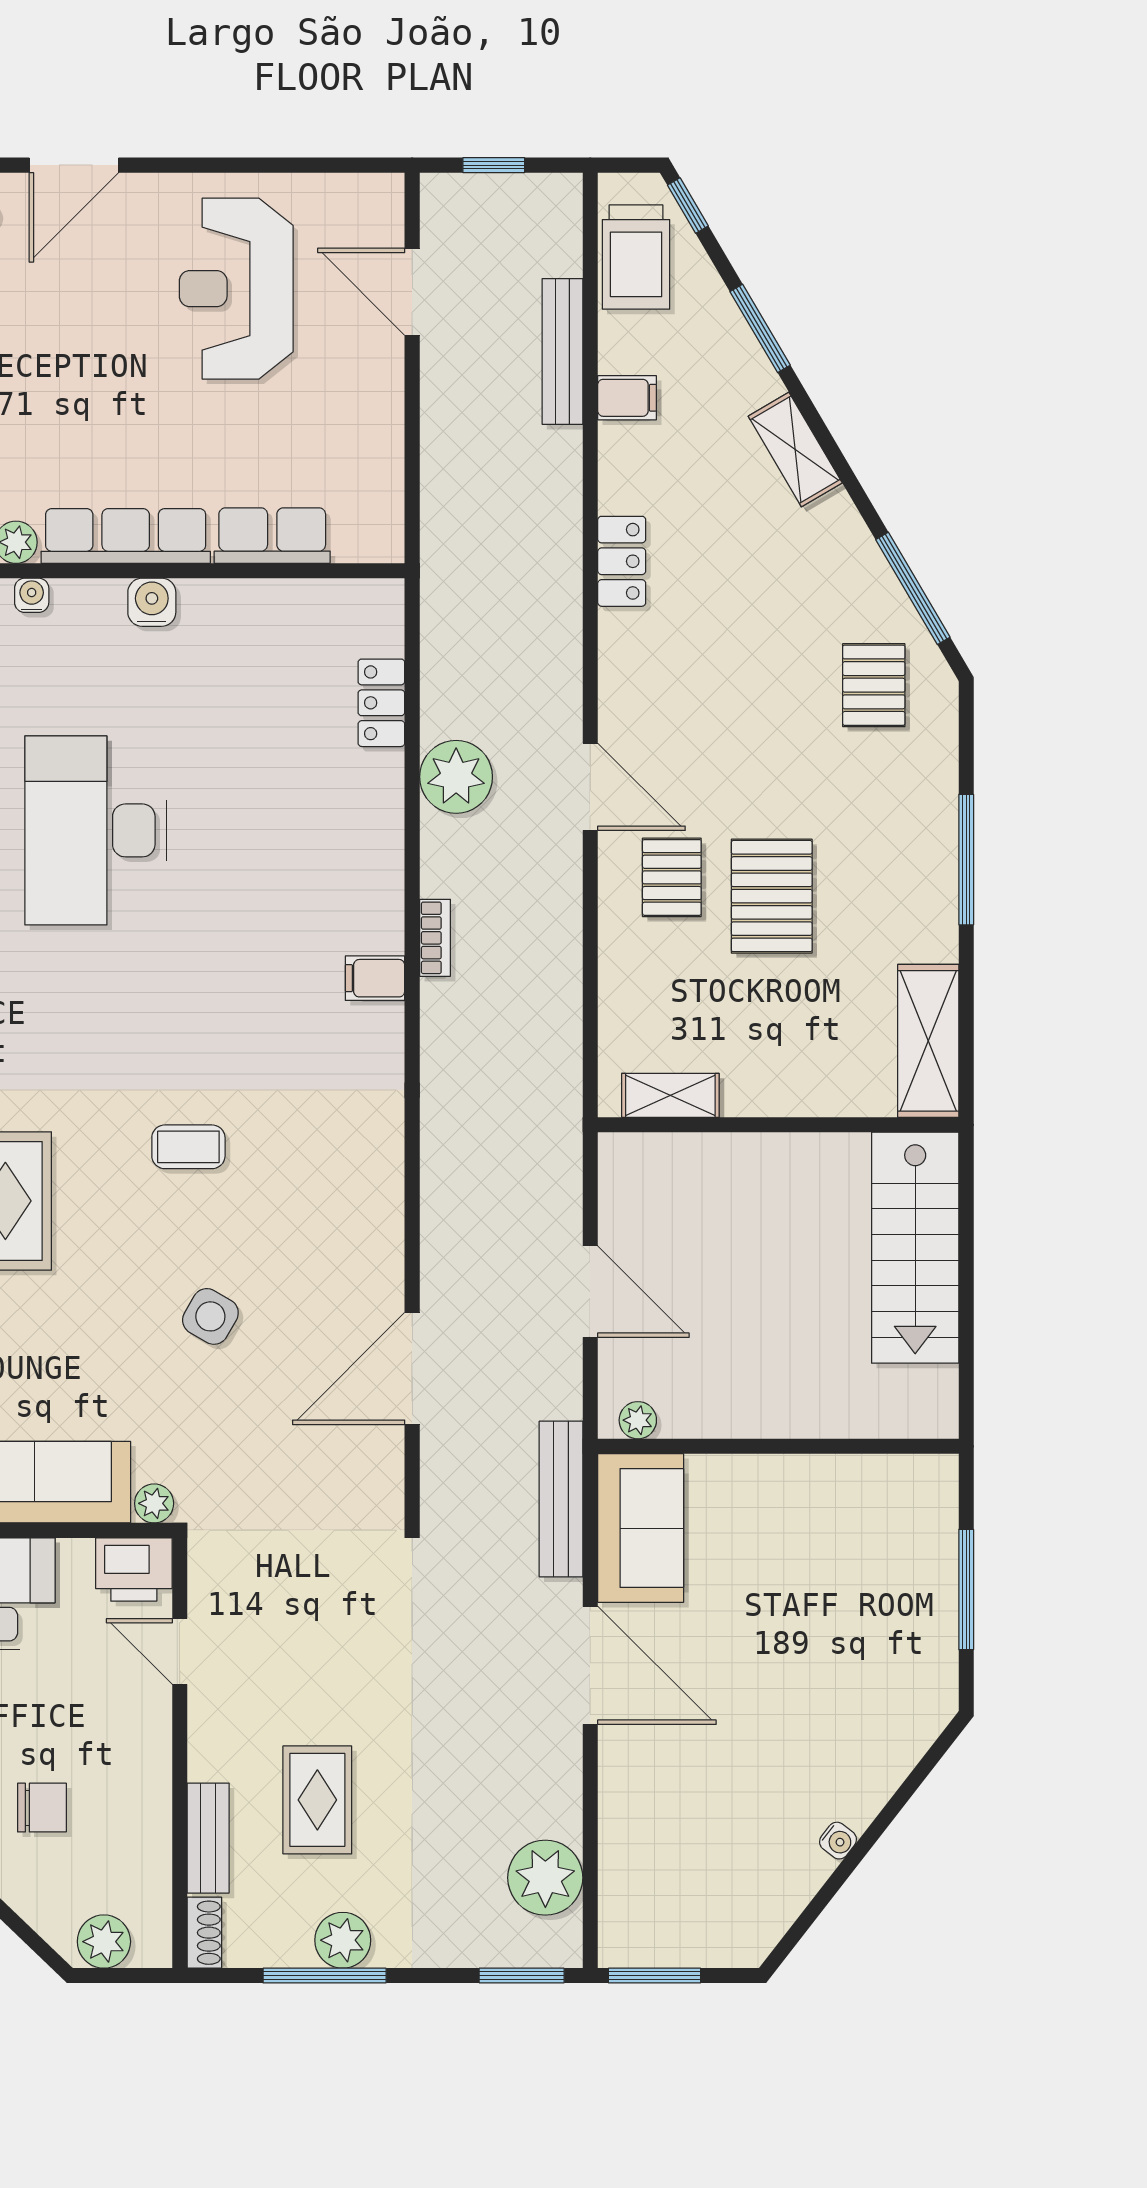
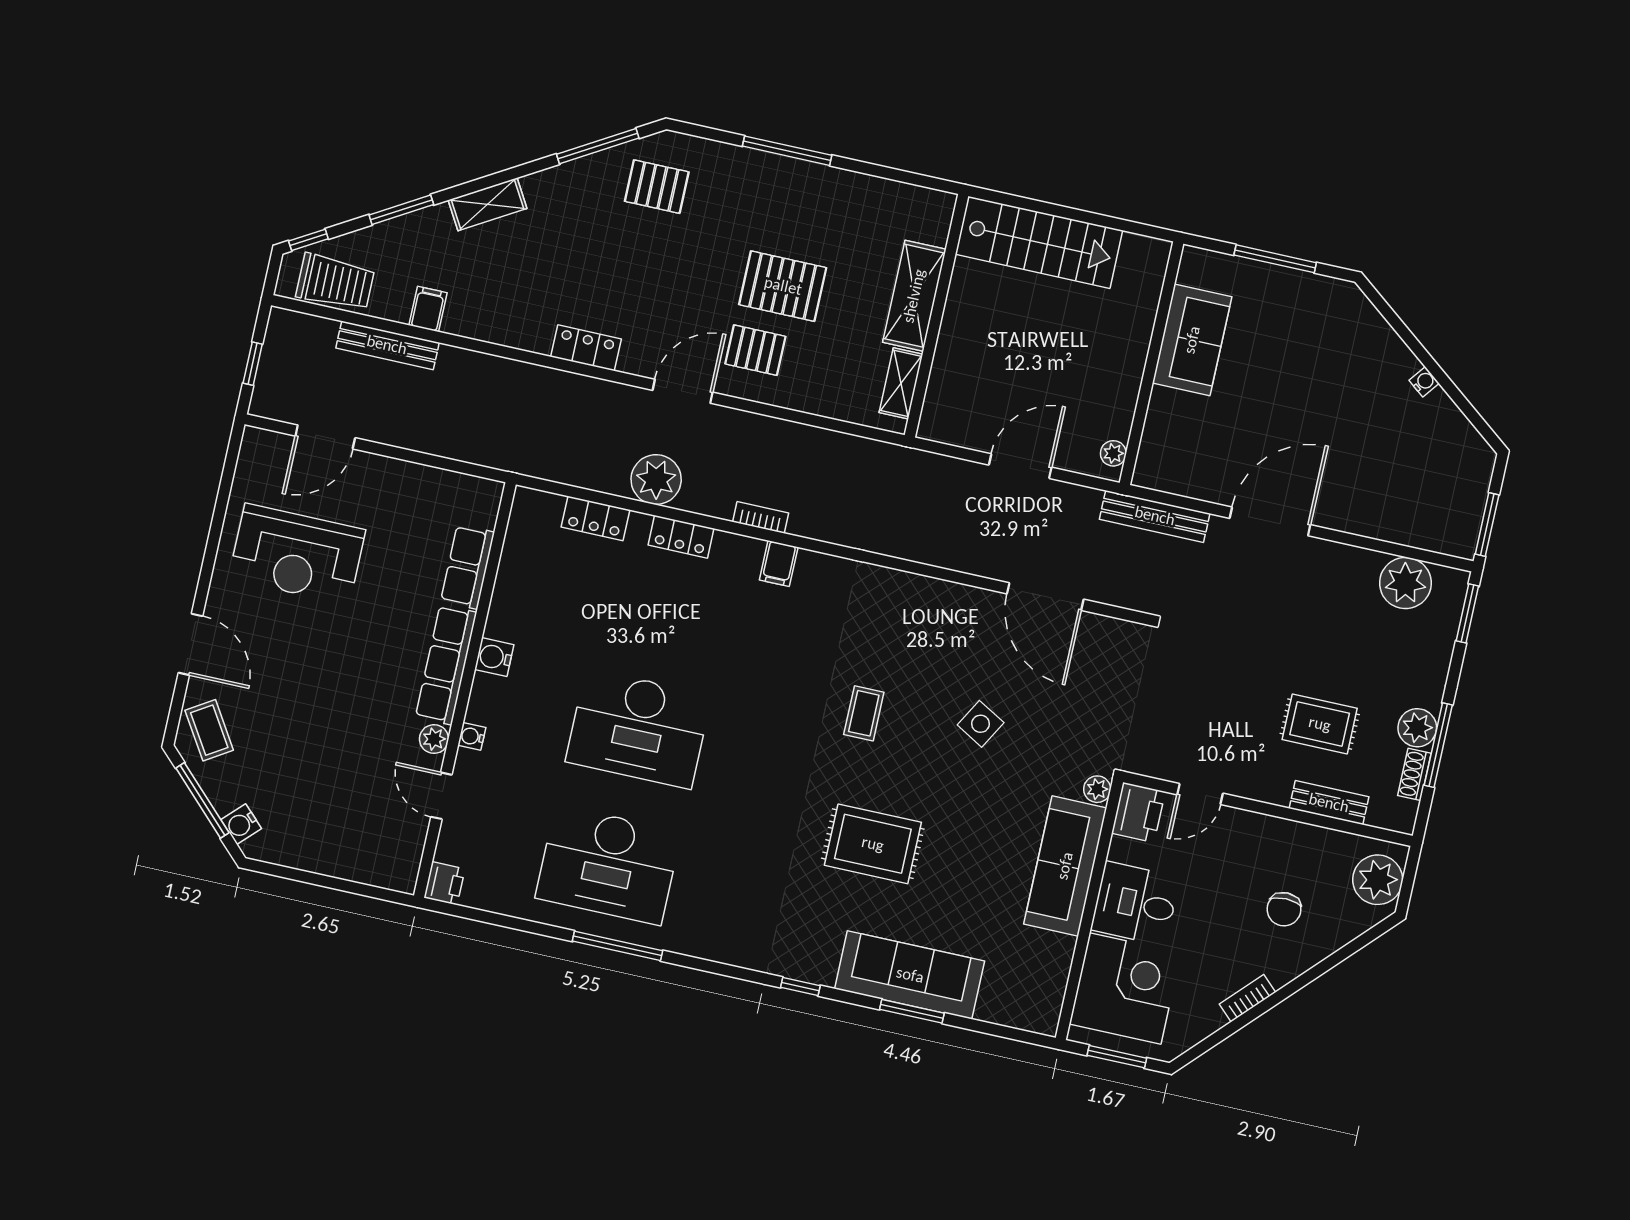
locker: (622, 561) -> (586, 348), moved
locker: (382, 830) -> (681, 537), added
shelving: (928, 1041) -> (914, 296), moved, turned 90
sofa: (641, 1528) -> (1192, 340), moved, turned 90
chair: (42, 1808) -> (1284, 909), turned 180
shoe rack: (204, 1933) -> (1414, 774), moved, turned -90
plant: (104, 1942) -> (1378, 880), width x1.36, depth x1.36

